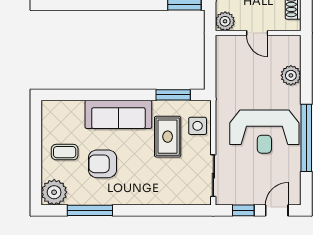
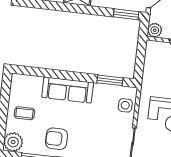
rug: (168, 137) -> (102, 111), removed
armchair: (103, 164) -> (57, 139), moved

